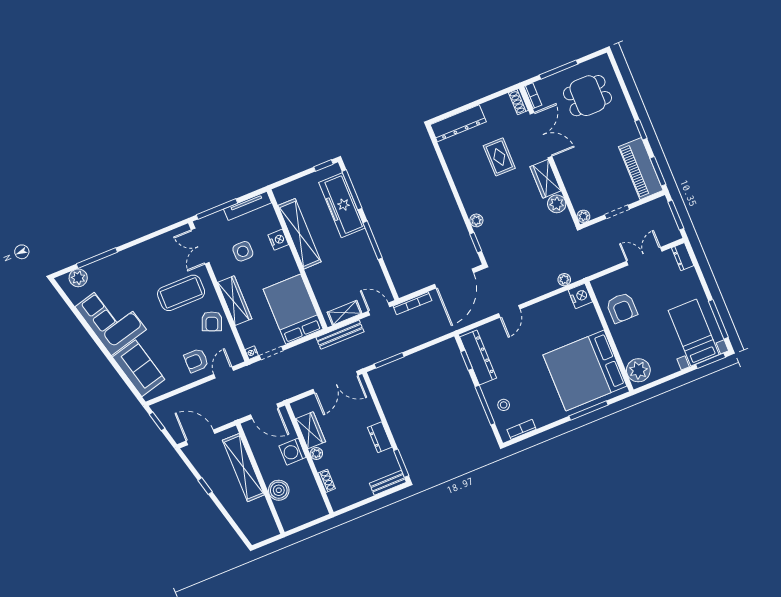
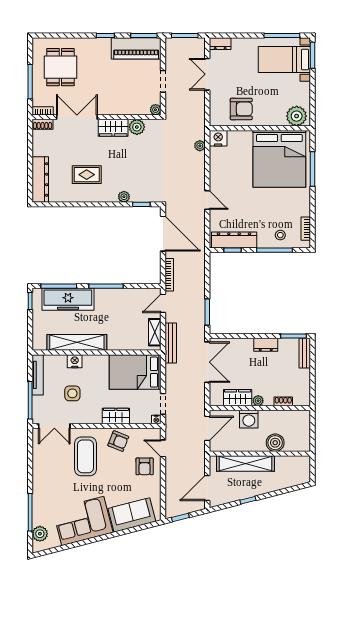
rug: (499, 157) -> (87, 175), moved
wardrobe: (235, 301) -> (116, 416), width x0.67

